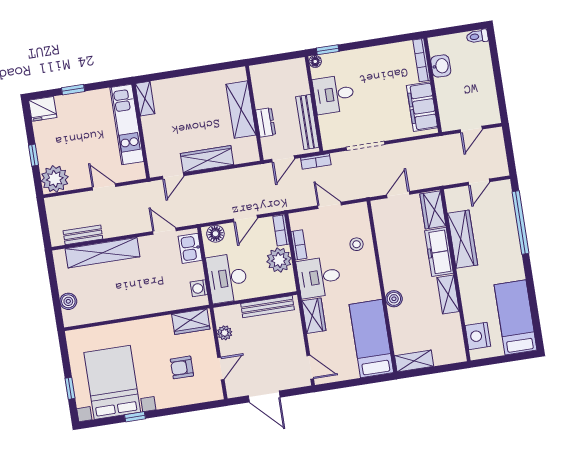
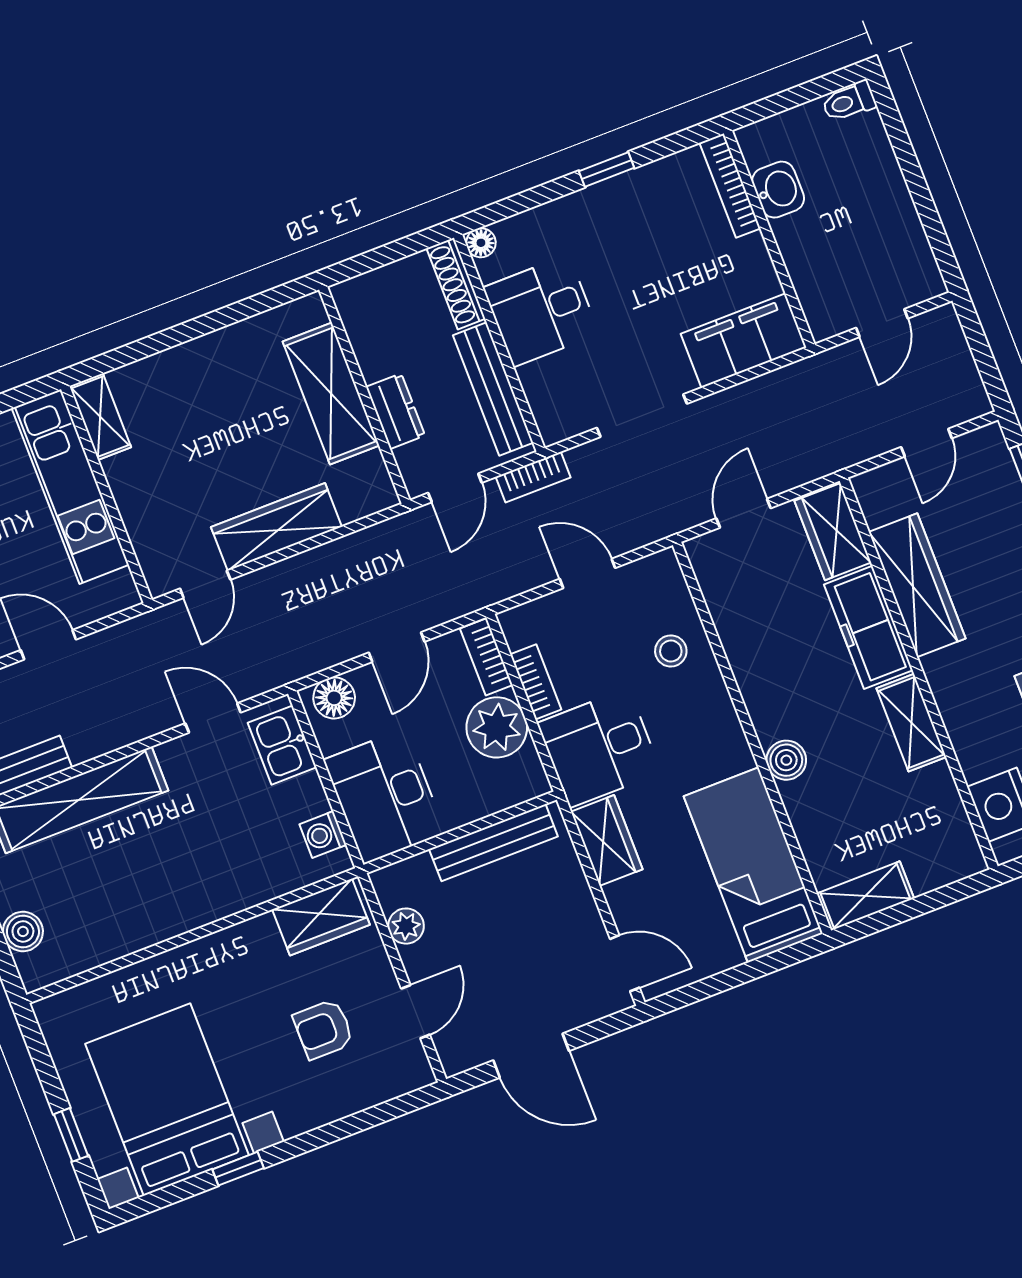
window: (328, 50) -> (607, 169), moved
shoe rack: (301, 76) -> (456, 283), added
filing cabinet: (422, 107) -> (744, 341), moved, turned 90

